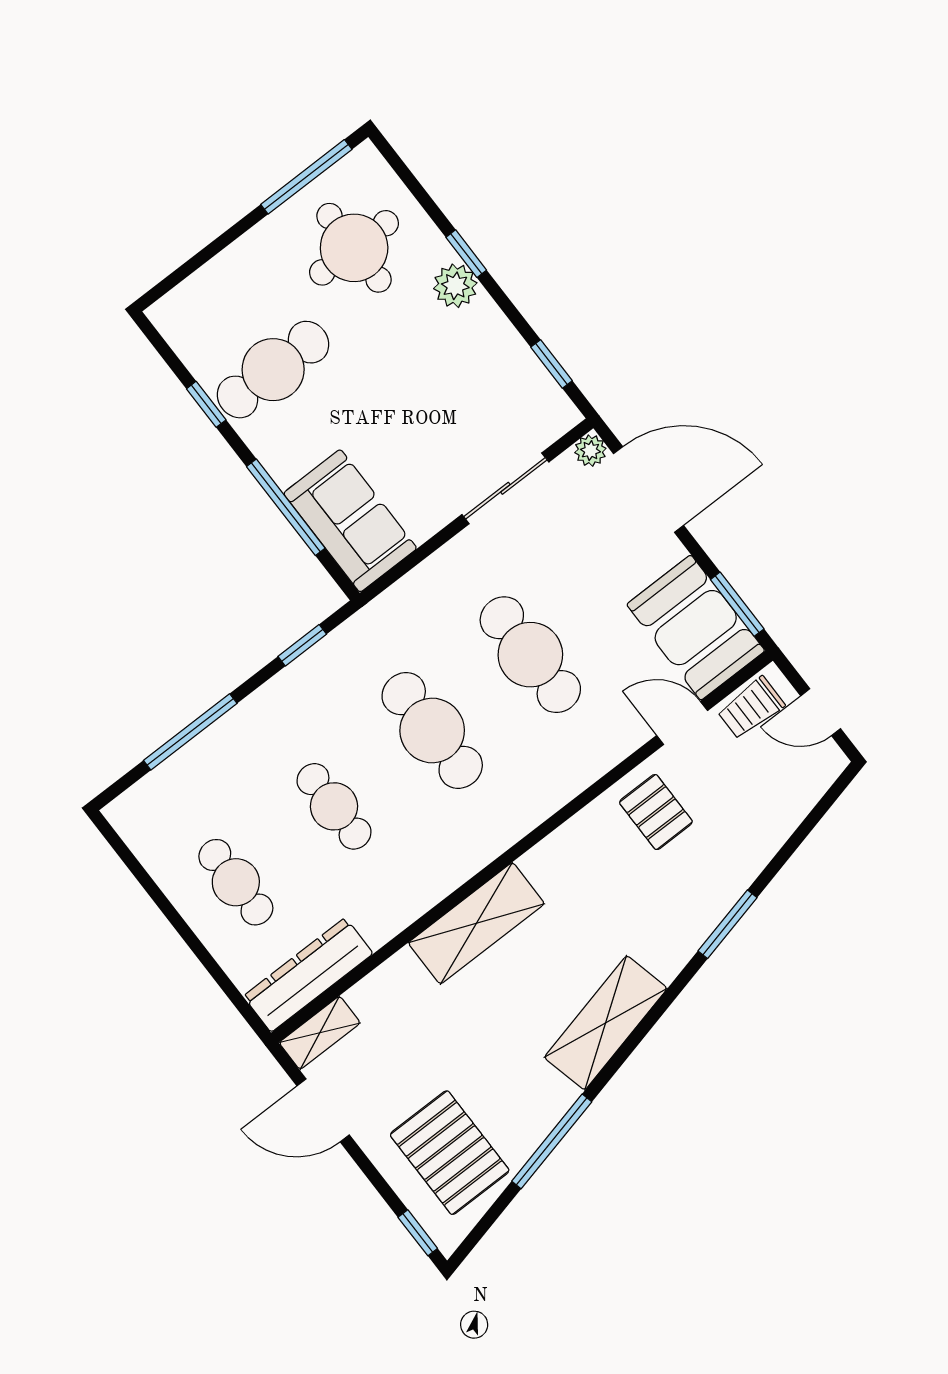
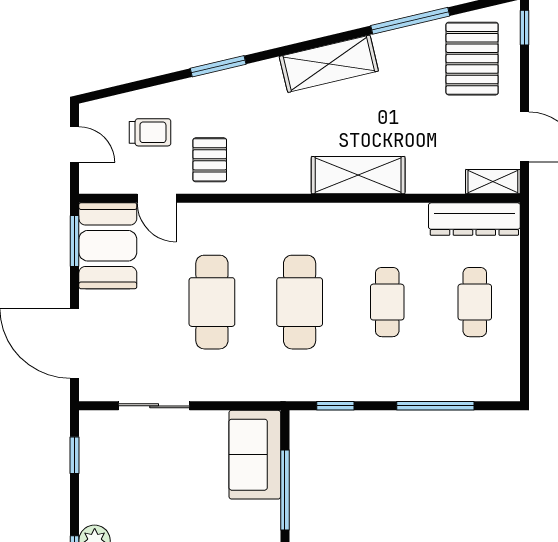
plant: (590, 451) -> (90, 390), removed
trolley: (751, 708) -> (150, 132), moved

